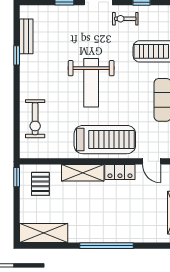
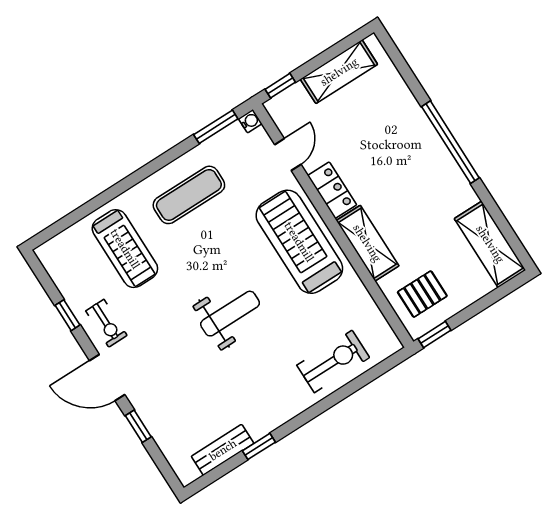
weight bench: (91, 83) -> (230, 314), width x0.73, depth x0.75

